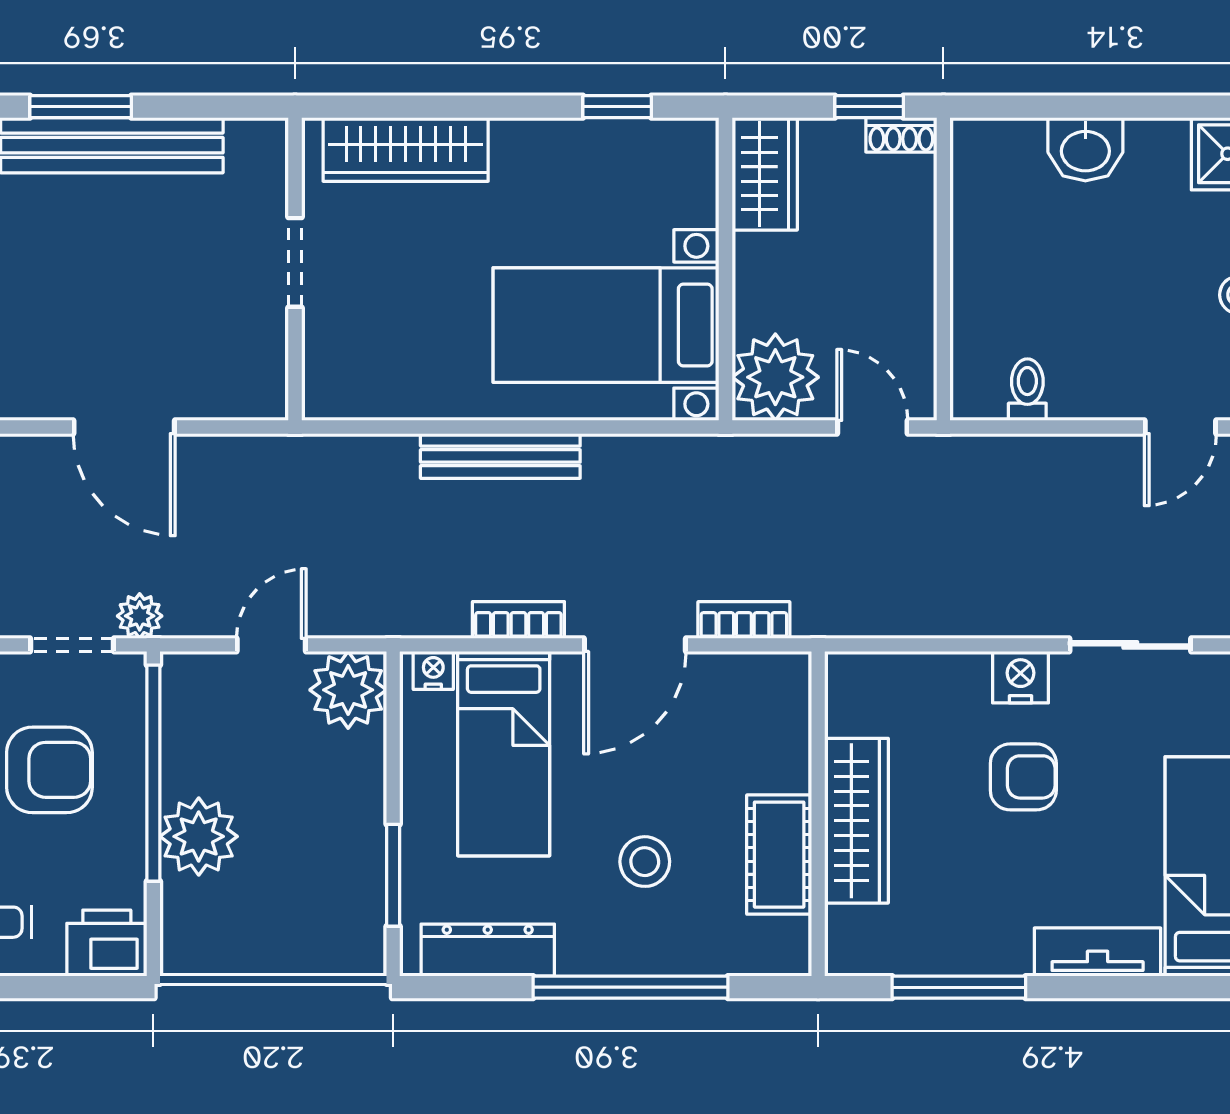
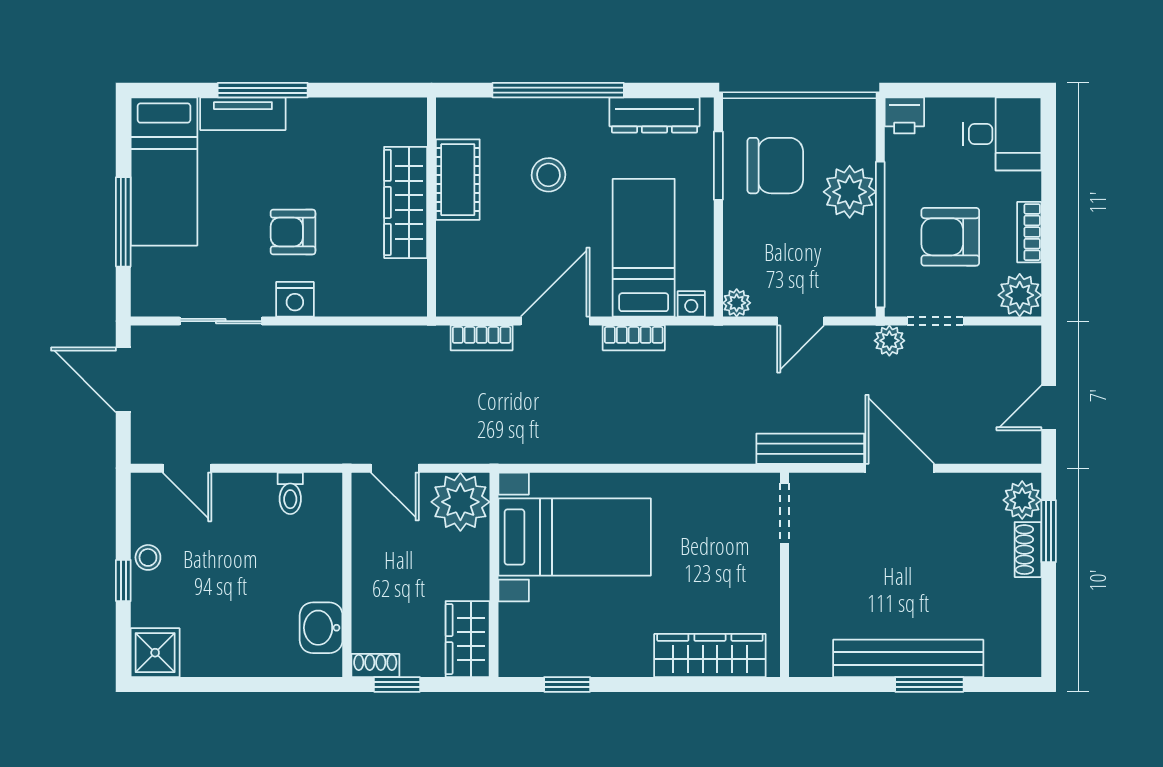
washbasin: (1085, 149) -> (321, 628), moved, turned -90
doorway: (295, 262) -> (785, 513), moved
door: (1180, 427) -> (187, 468), swing flipped
bench: (500, 456) -> (810, 449), moved
plant: (348, 690) -> (737, 303), width x0.53, depth x0.53
chair: (309, 875) -> (775, 166), added
printer: (107, 943) -> (904, 115), width x0.73, depth x0.81
window: (959, 987) -> (263, 90), moved

